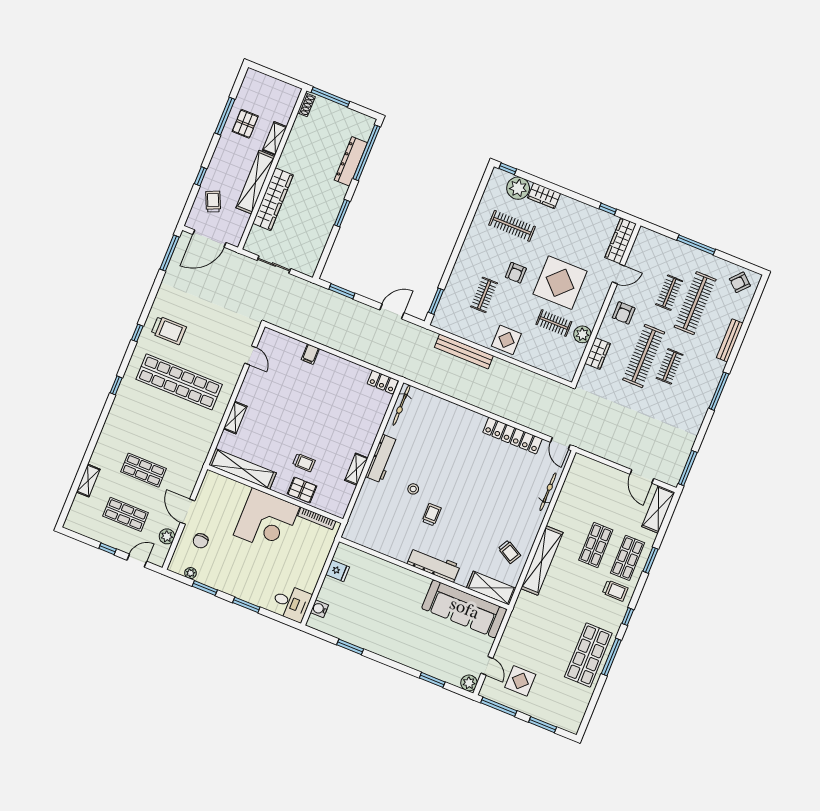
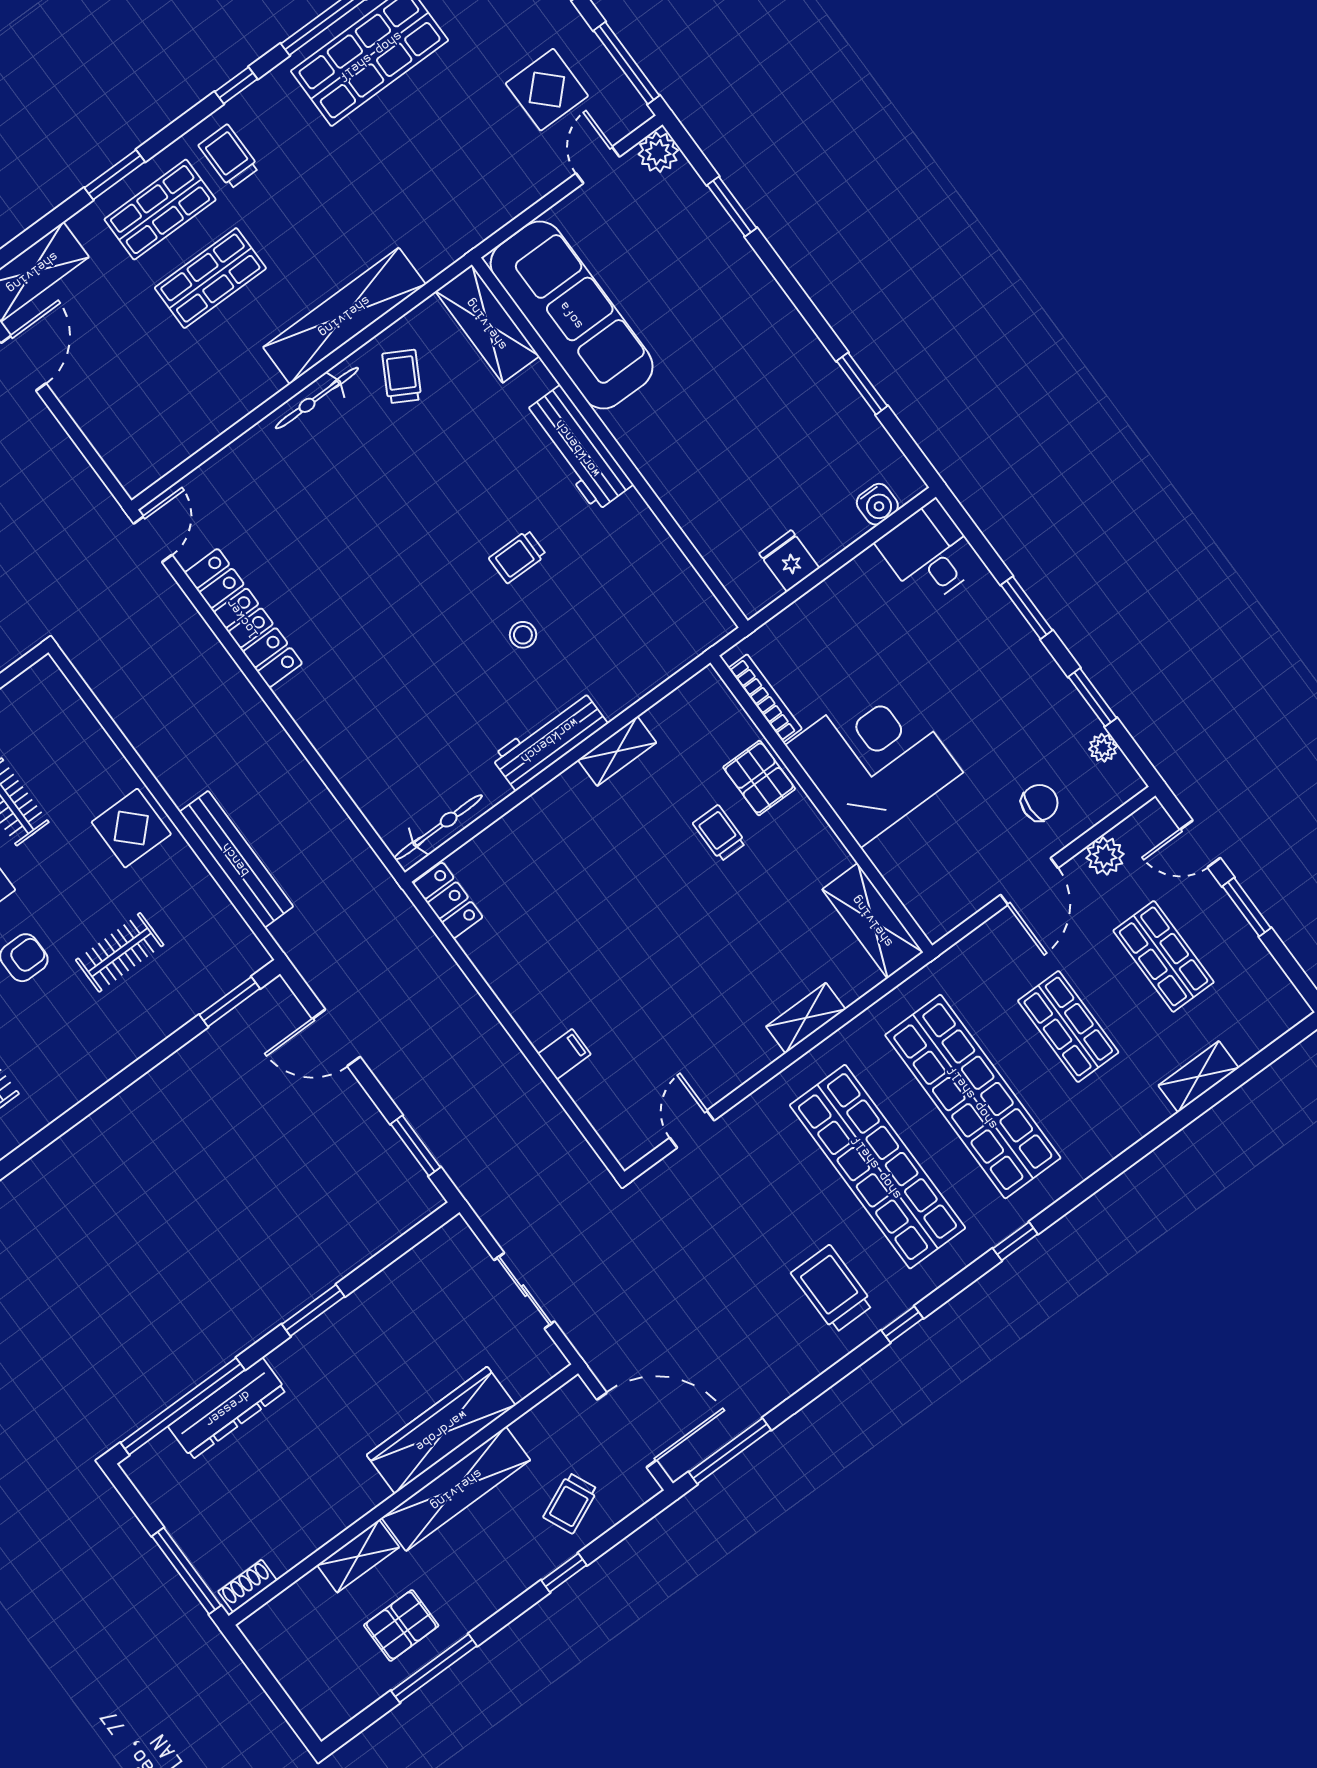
shop shelf: (161, 426) -> (973, 1097), added
shelving: (243, 469) -> (873, 921), width x0.68
bicycle: (548, 492) -> (317, 398), moved
window: (108, 549) -> (1247, 907), width x1.50

